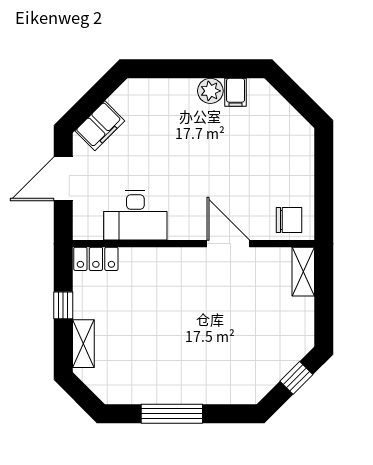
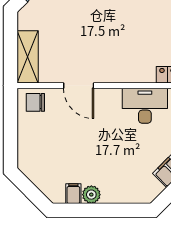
shelving: (303, 272) -> (28, 57), width x1.50, depth x1.33

